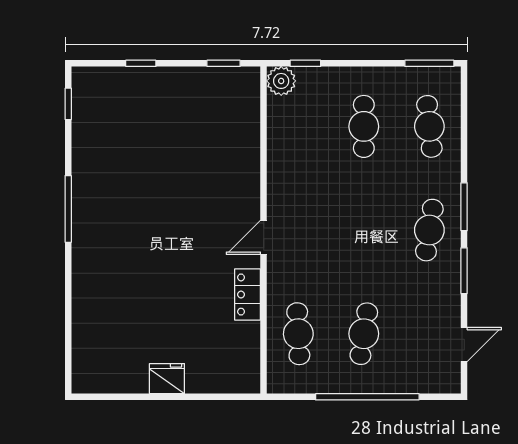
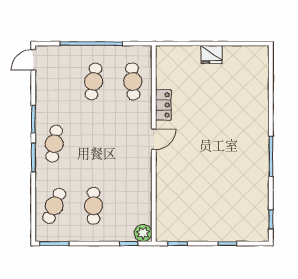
cafe table: (429, 126) -> (54, 206), turned 30
door: (464, 345) -> (33, 60), moved

